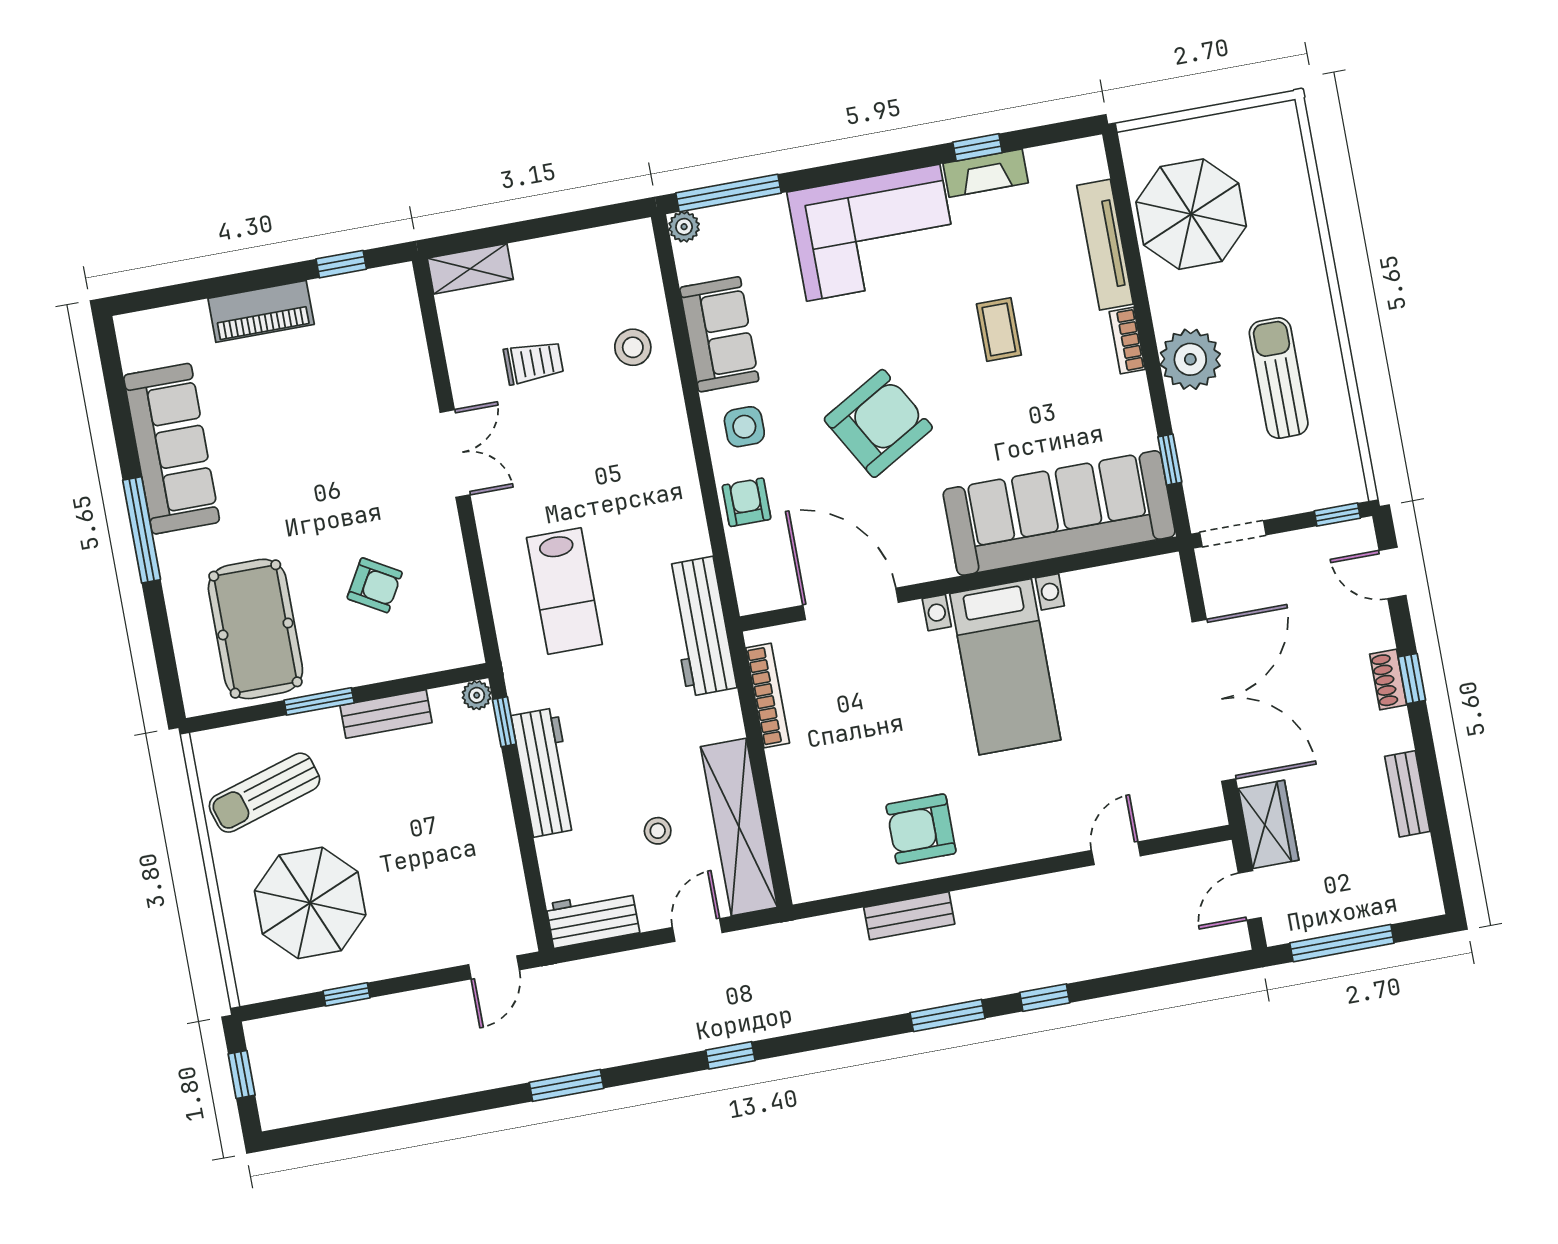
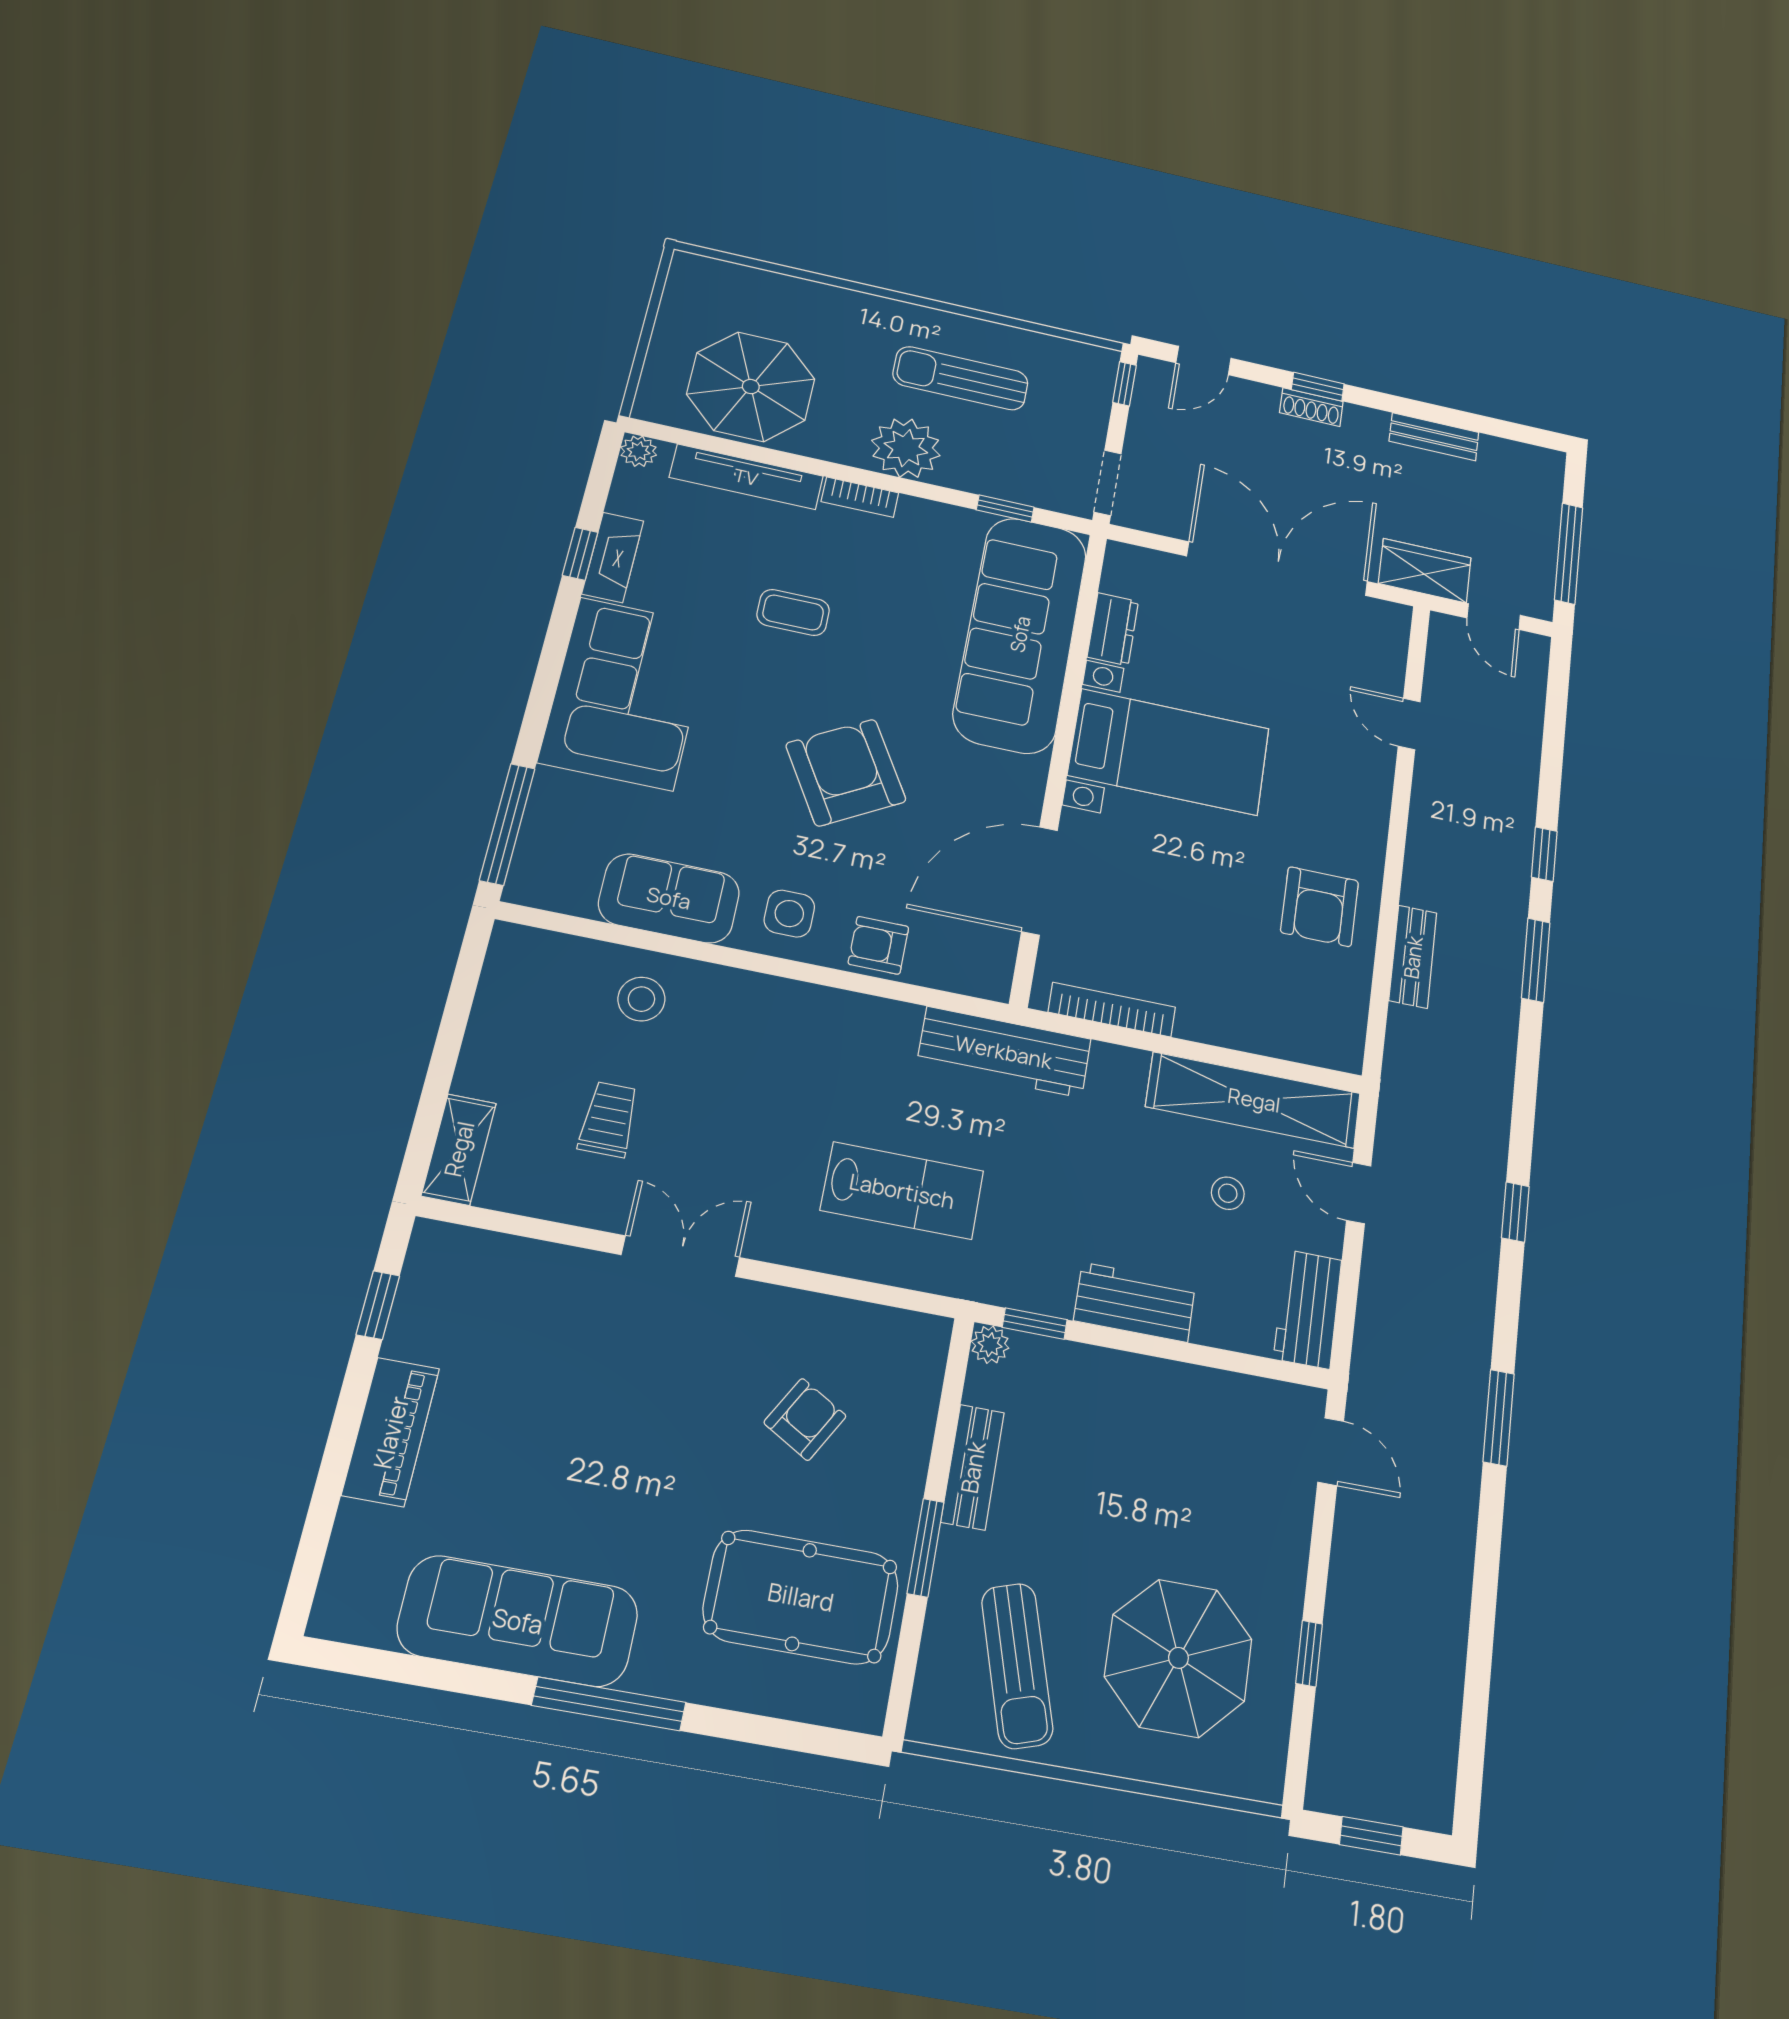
plant: (684, 227) -> (639, 451), moved
dresser: (1096, 585) -> (1113, 629), added
workbench: (545, 772) -> (1135, 1302), width x0.73

